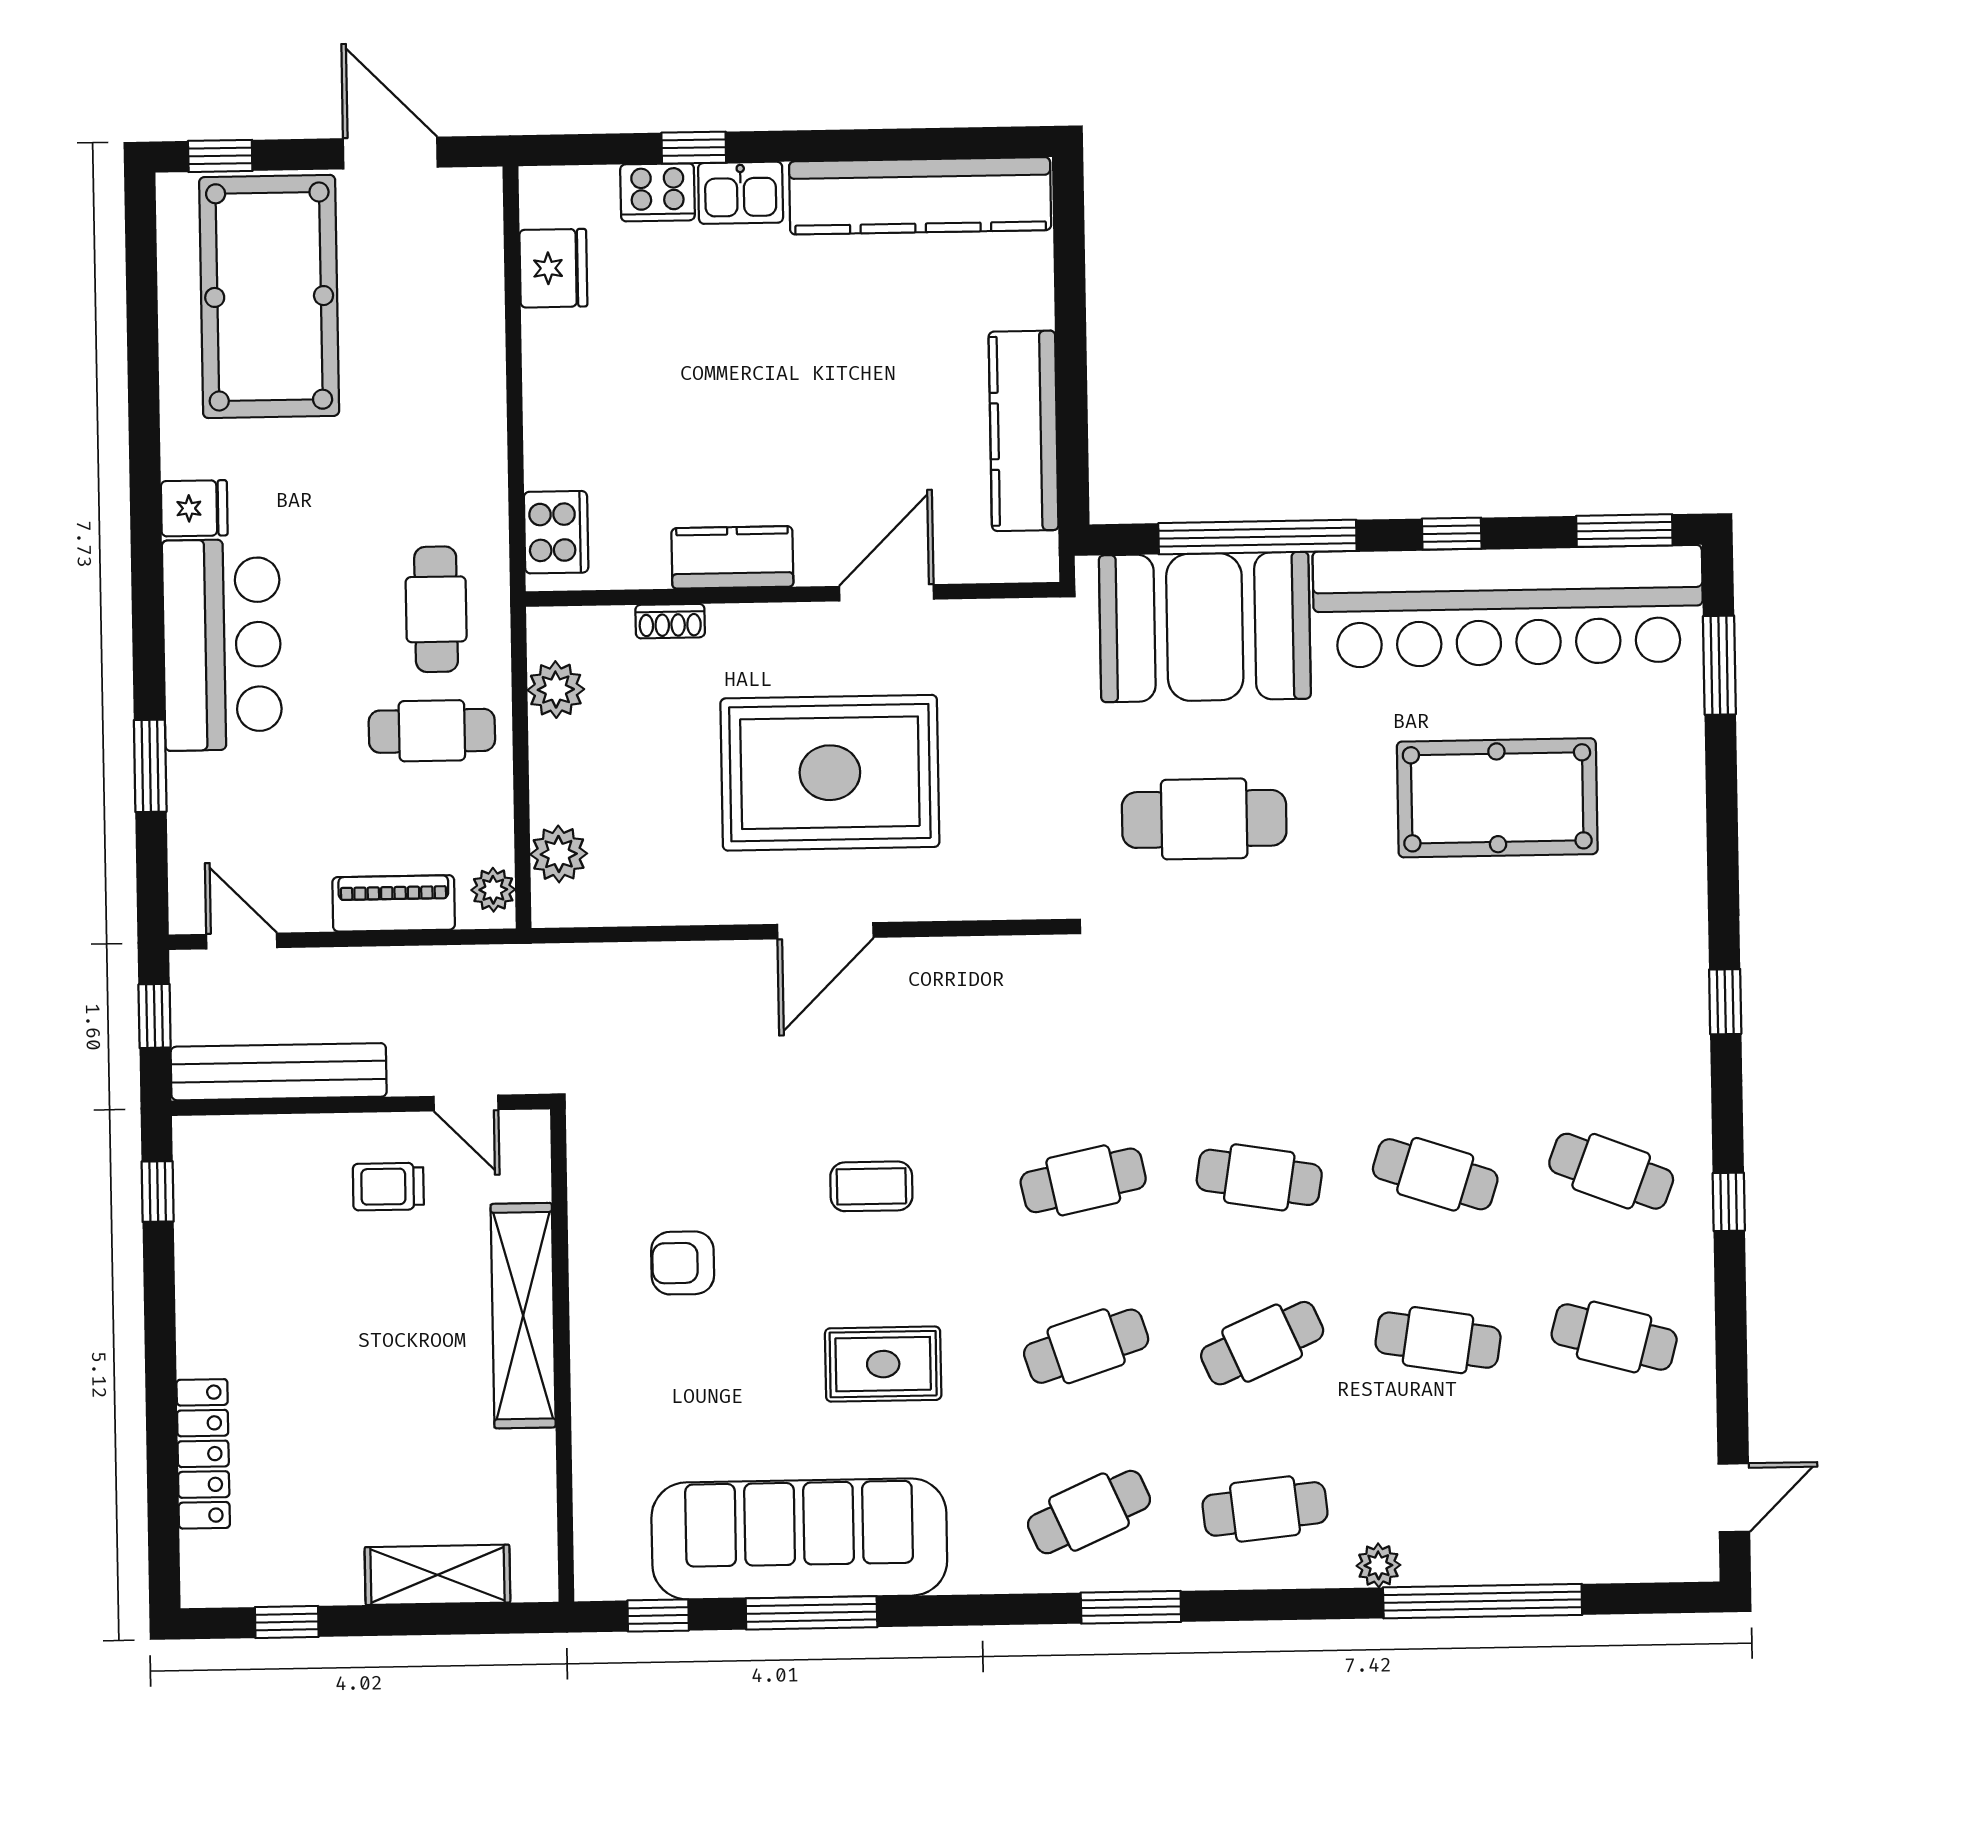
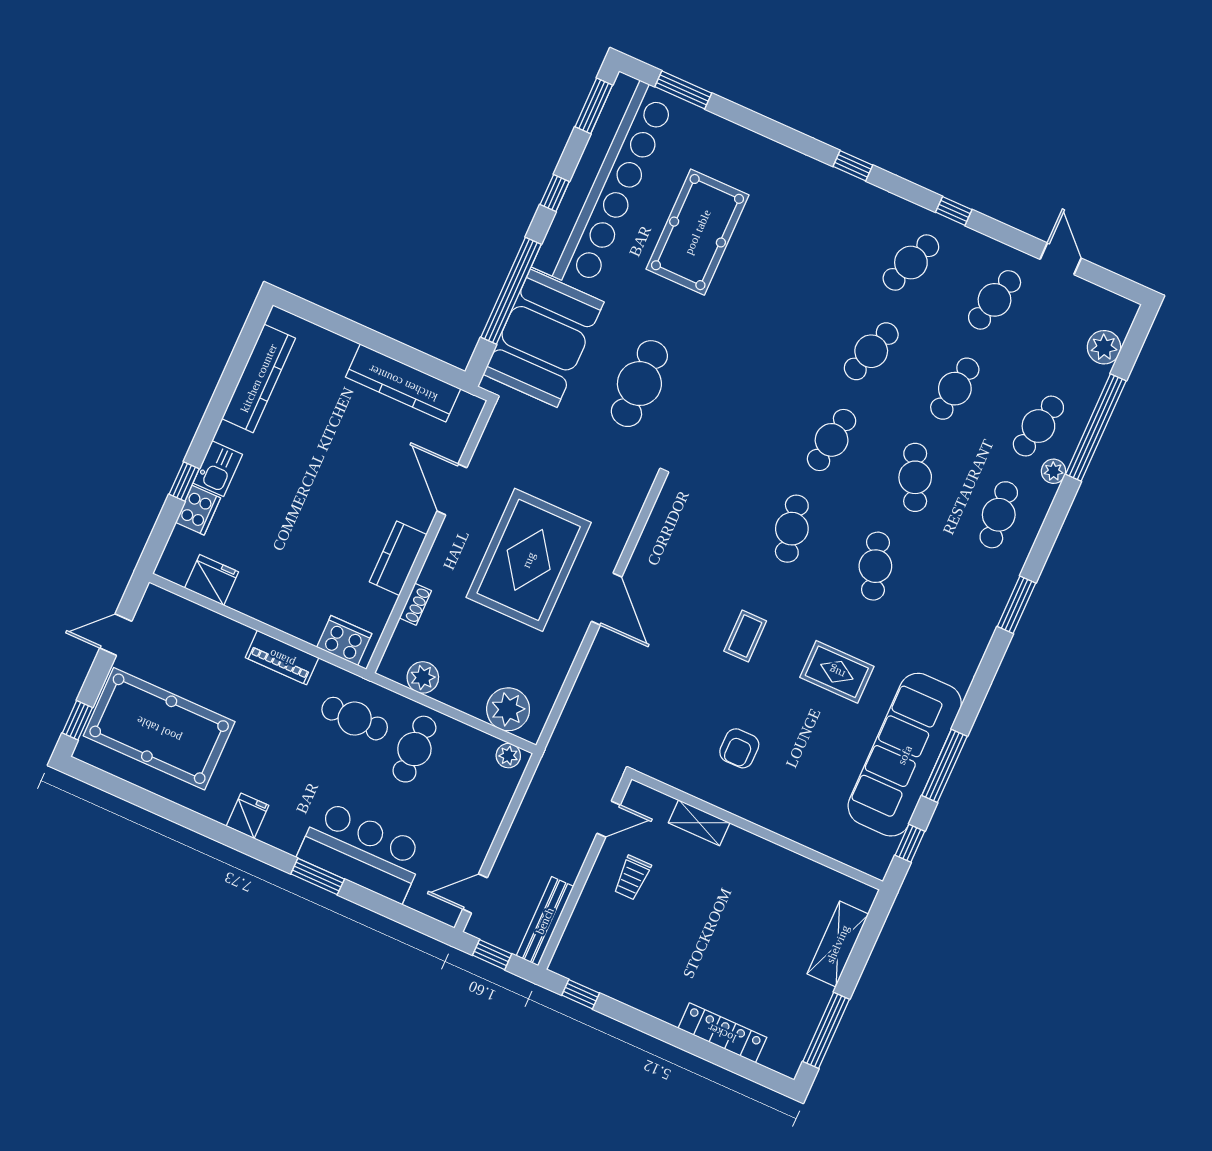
door: (390, 153) -> (116, 635), width x0.73
kitchen counter: (920, 196) -> (259, 378), width x0.72, depth x0.86
bar counter: (222, 645) -> (362, 852), moved
window: (150, 766) -> (318, 877), moved
plant: (559, 854) -> (508, 709), width x1.36, depth x1.36
piano: (394, 903) -> (282, 658), moved, turned -90
bench: (279, 1072) -> (545, 921), width x0.73, depth x0.82
shelving: (523, 1316) -> (699, 823), width x0.45, depth x0.75
rug: (883, 1364) -> (837, 672), turned 90
door: (1734, 1498) -> (1061, 259), moved
cafe table: (1089, 1512) -> (1038, 426), moved, turned 36
plant: (1621, 1553) -> (1104, 347), added
window: (287, 1622) -> (826, 1030), width x2.17

